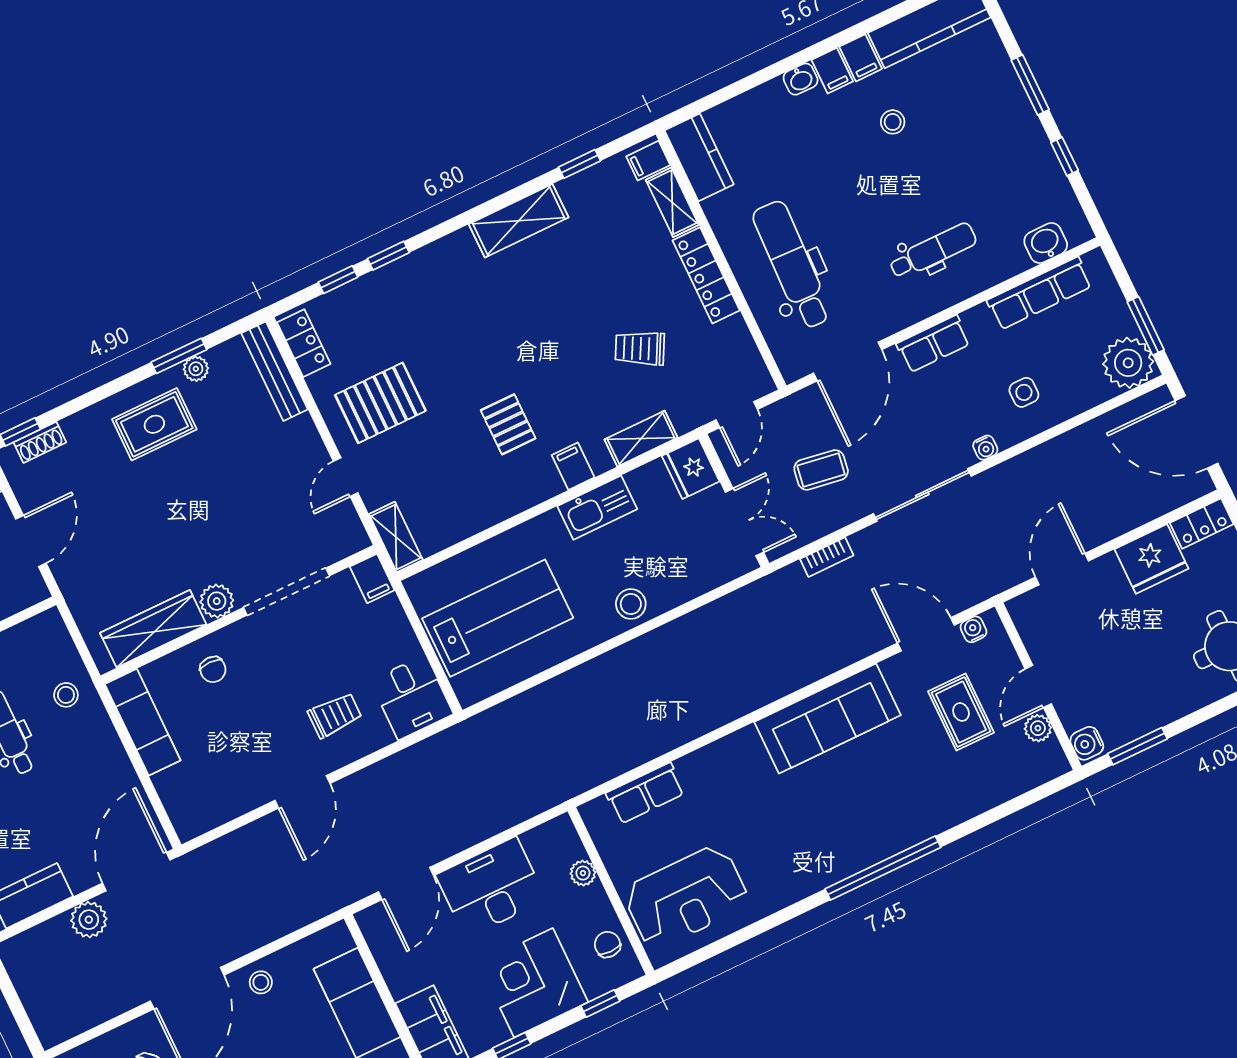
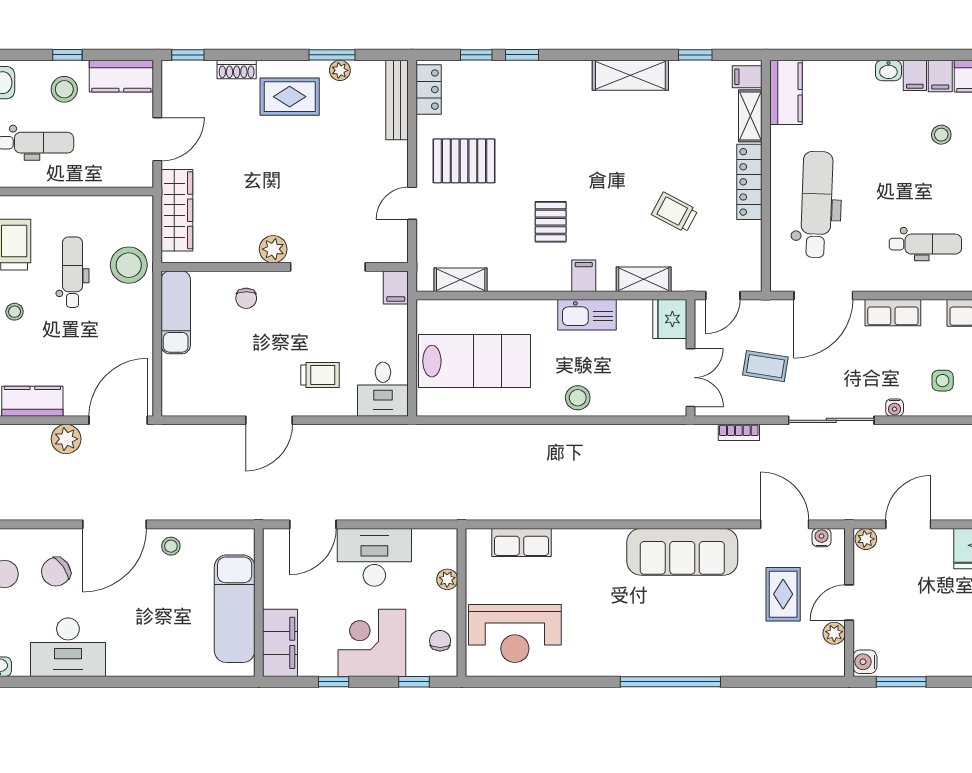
shoe rack: (40, 442) -> (237, 70), moved
shelving: (396, 537) -> (461, 280), moved, turned 90
plant: (1023, 607) -> (866, 539), added
wardrobe: (153, 629) -> (177, 210), moved, turned 90
stool: (66, 695) -> (129, 265), width x1.89, depth x1.89

